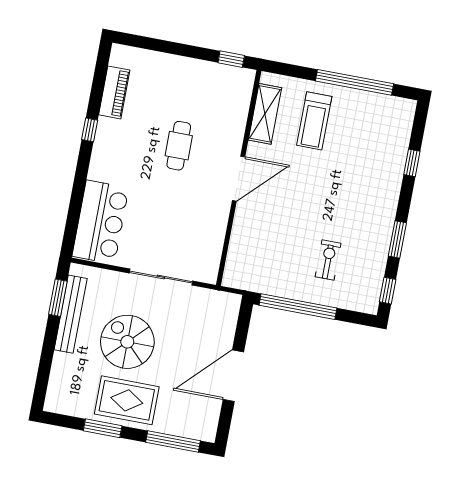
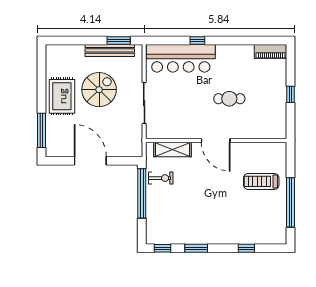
window: (231, 59) -> (290, 94), moved
piano: (114, 92) -> (271, 51), moved
shelving: (265, 114) -> (172, 149), moved
window: (90, 130) -> (197, 40), moved
bar counter: (100, 222) -> (181, 58), width x1.36
exercise bike: (328, 260) -> (161, 178), moved
window: (103, 428) -> (41, 84), removed

